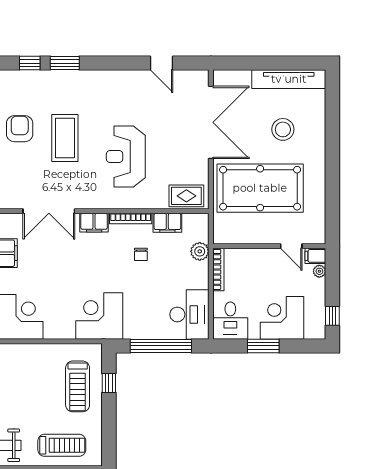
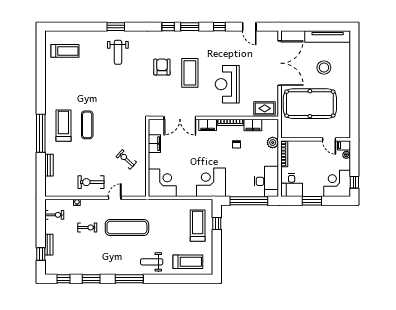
window: (113, 63) -> (219, 27), added
corner desk: (282, 318) -> (337, 183), moved
treadmill: (78, 386) -> (198, 226), turned 180

